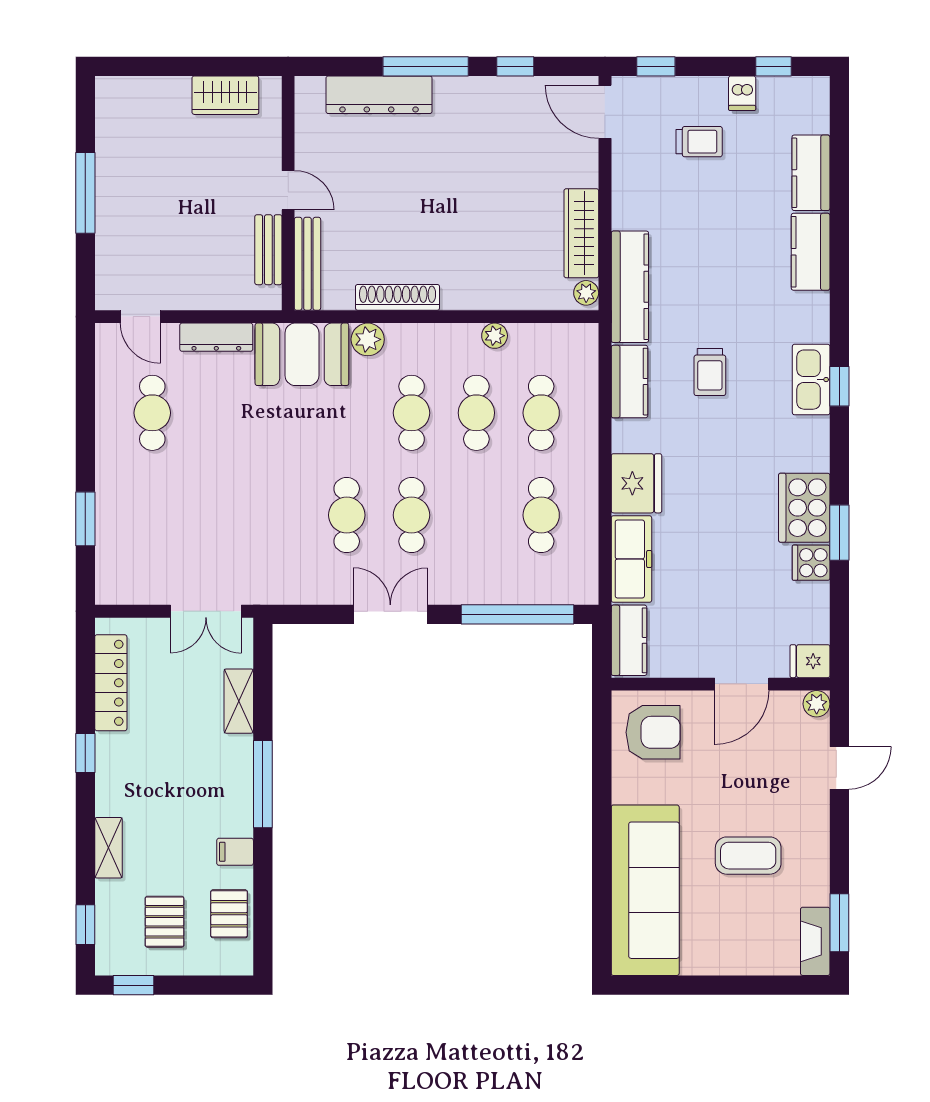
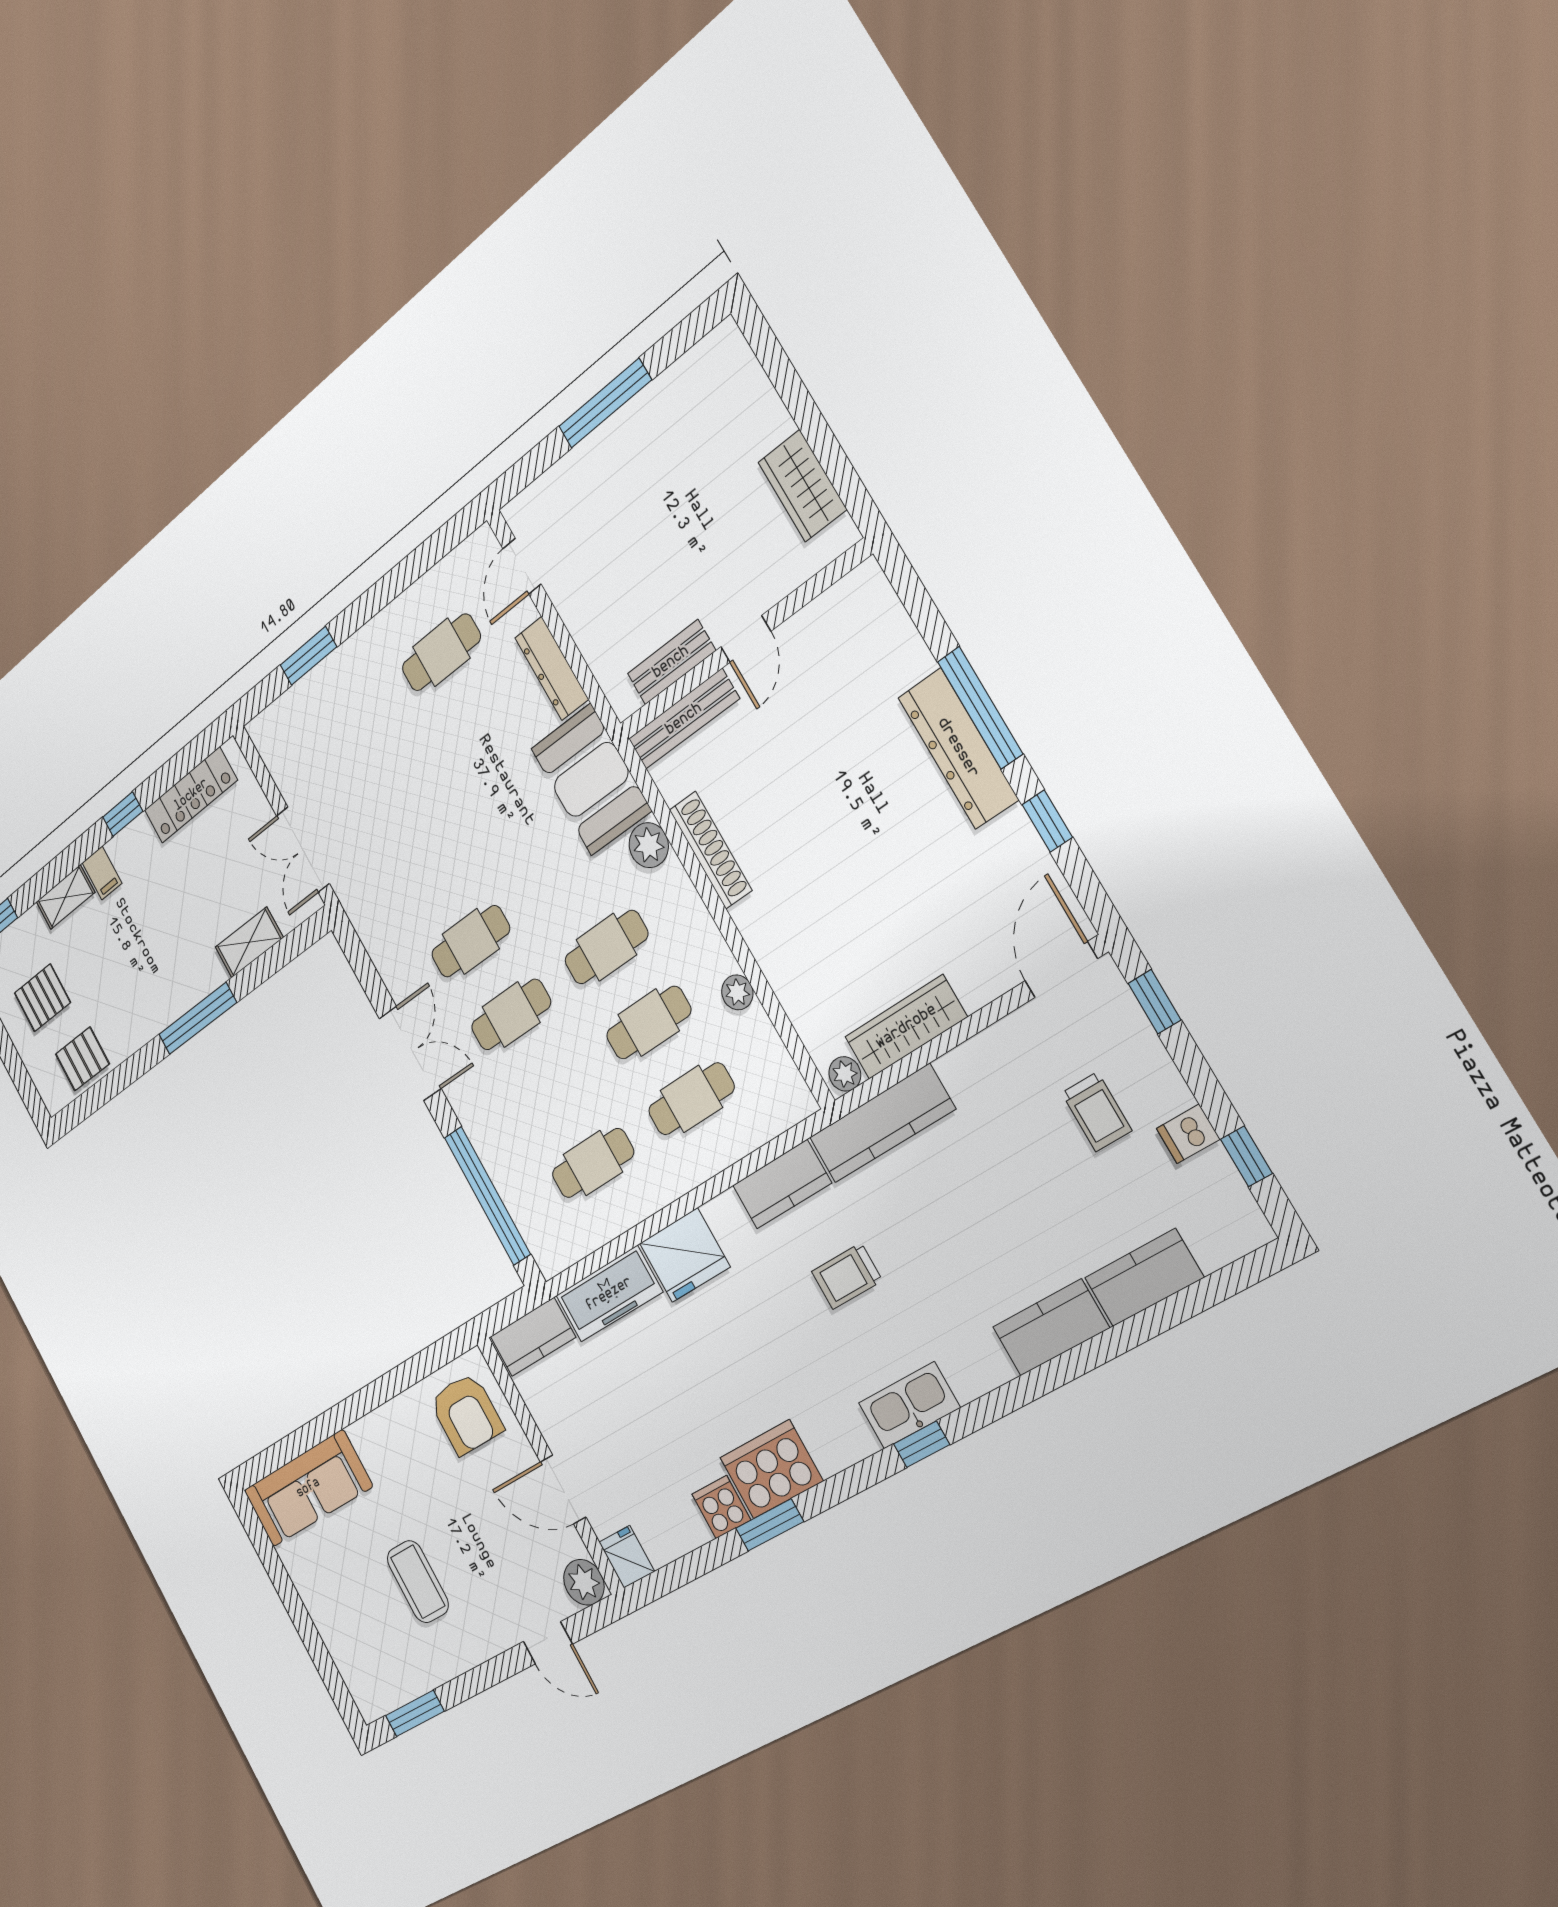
dresser: (379, 95) -> (958, 748), moved
plant: (817, 704) -> (584, 1582), width x1.38, depth x1.38
filing cabinet: (235, 852) -> (102, 873), moved, turned 180
sofa: (645, 890) -> (308, 1488), width x0.74, depth x0.79
fireplace: (815, 941) -> (386, 1695), removed

